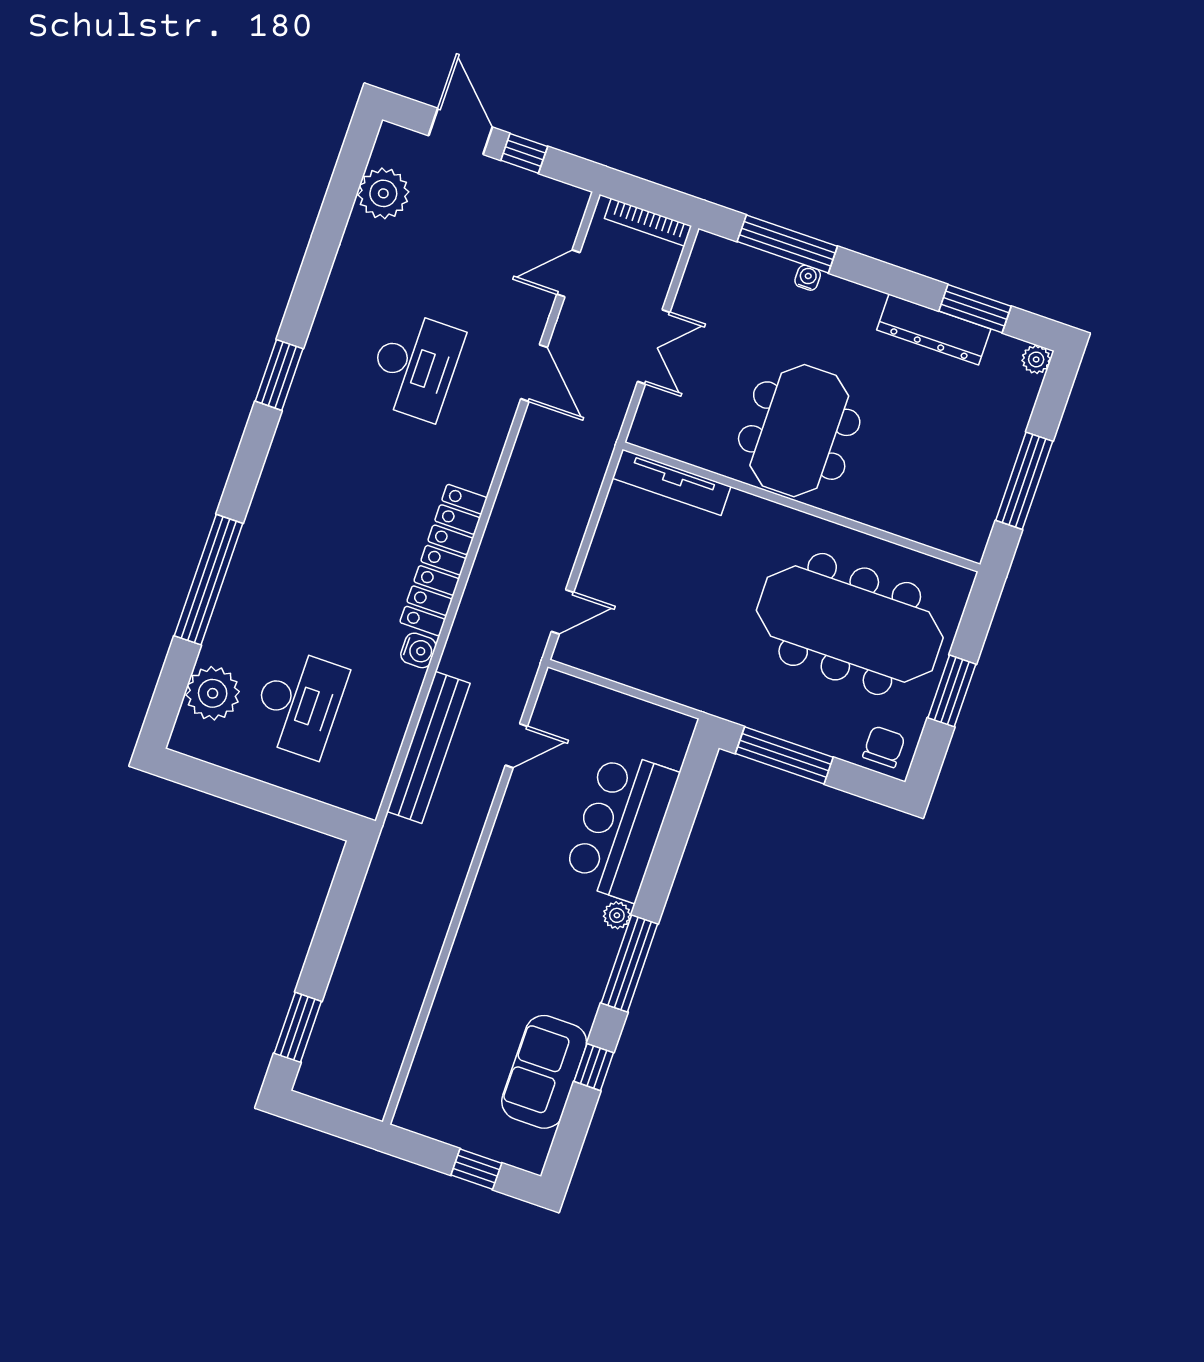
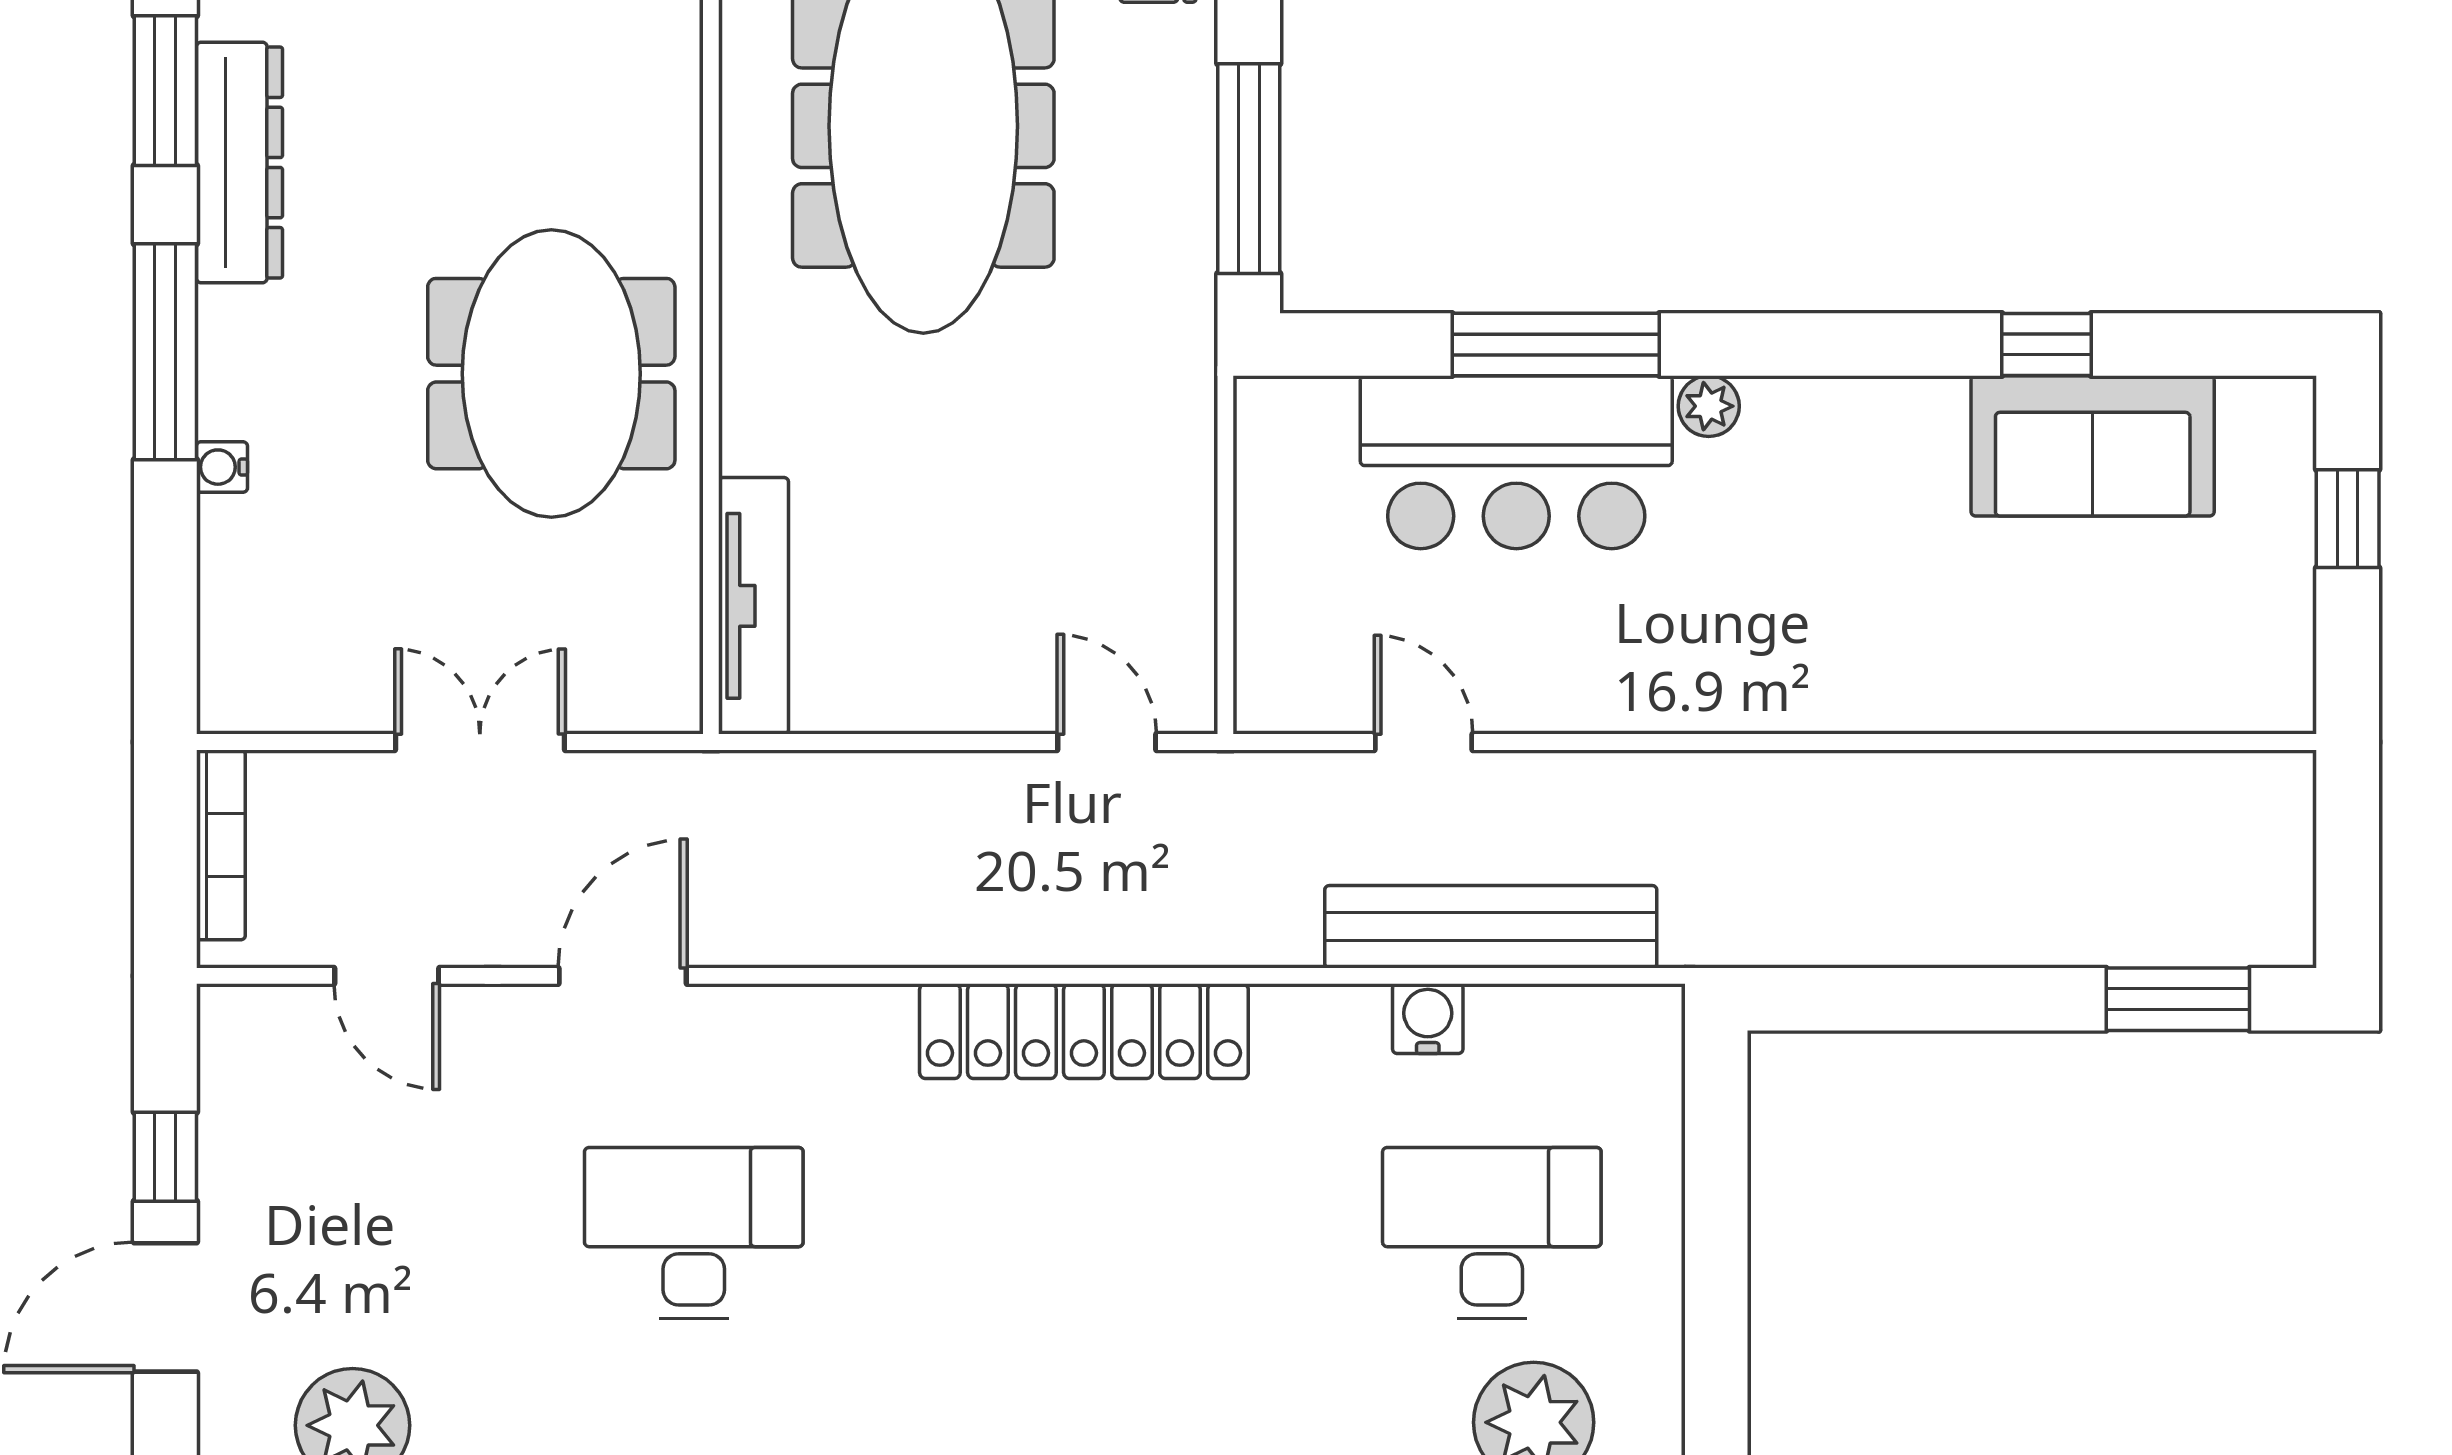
window: (787, 244) -> (165, 352), moved
meeting table: (799, 431) -> (551, 374), turned 90
water cooler: (418, 650) -> (1428, 1019), moved
window: (629, 963) -> (1556, 345), moved

